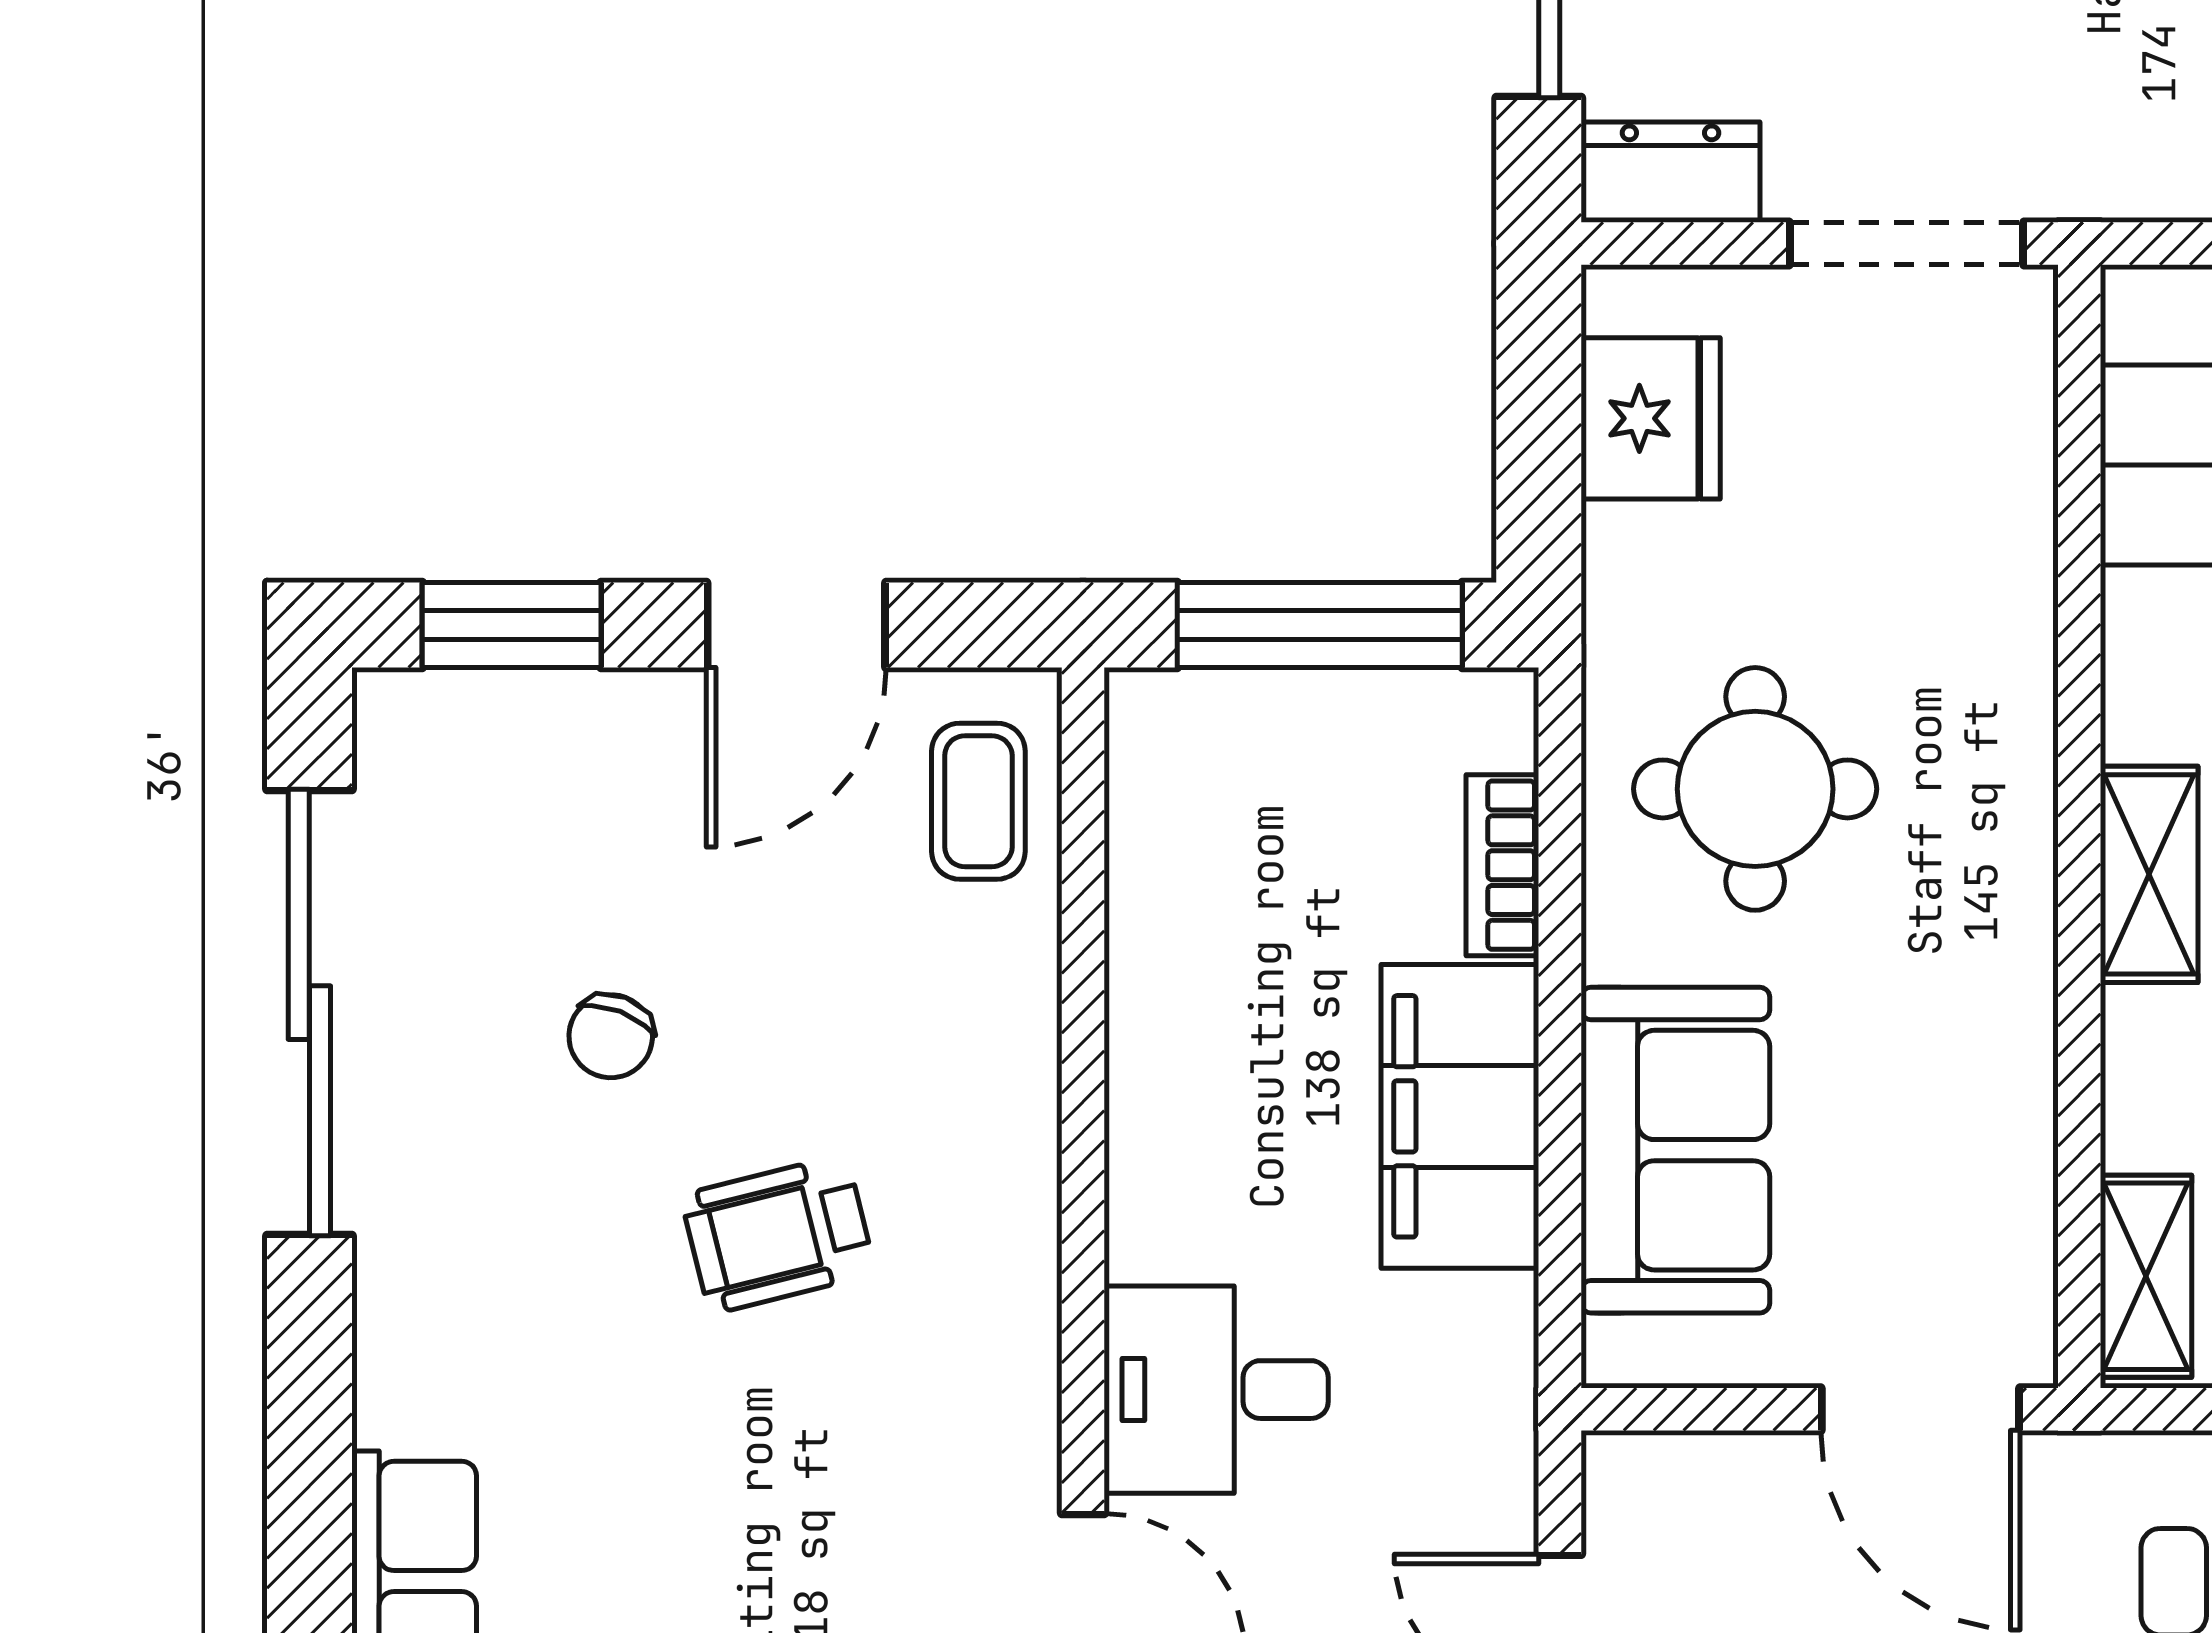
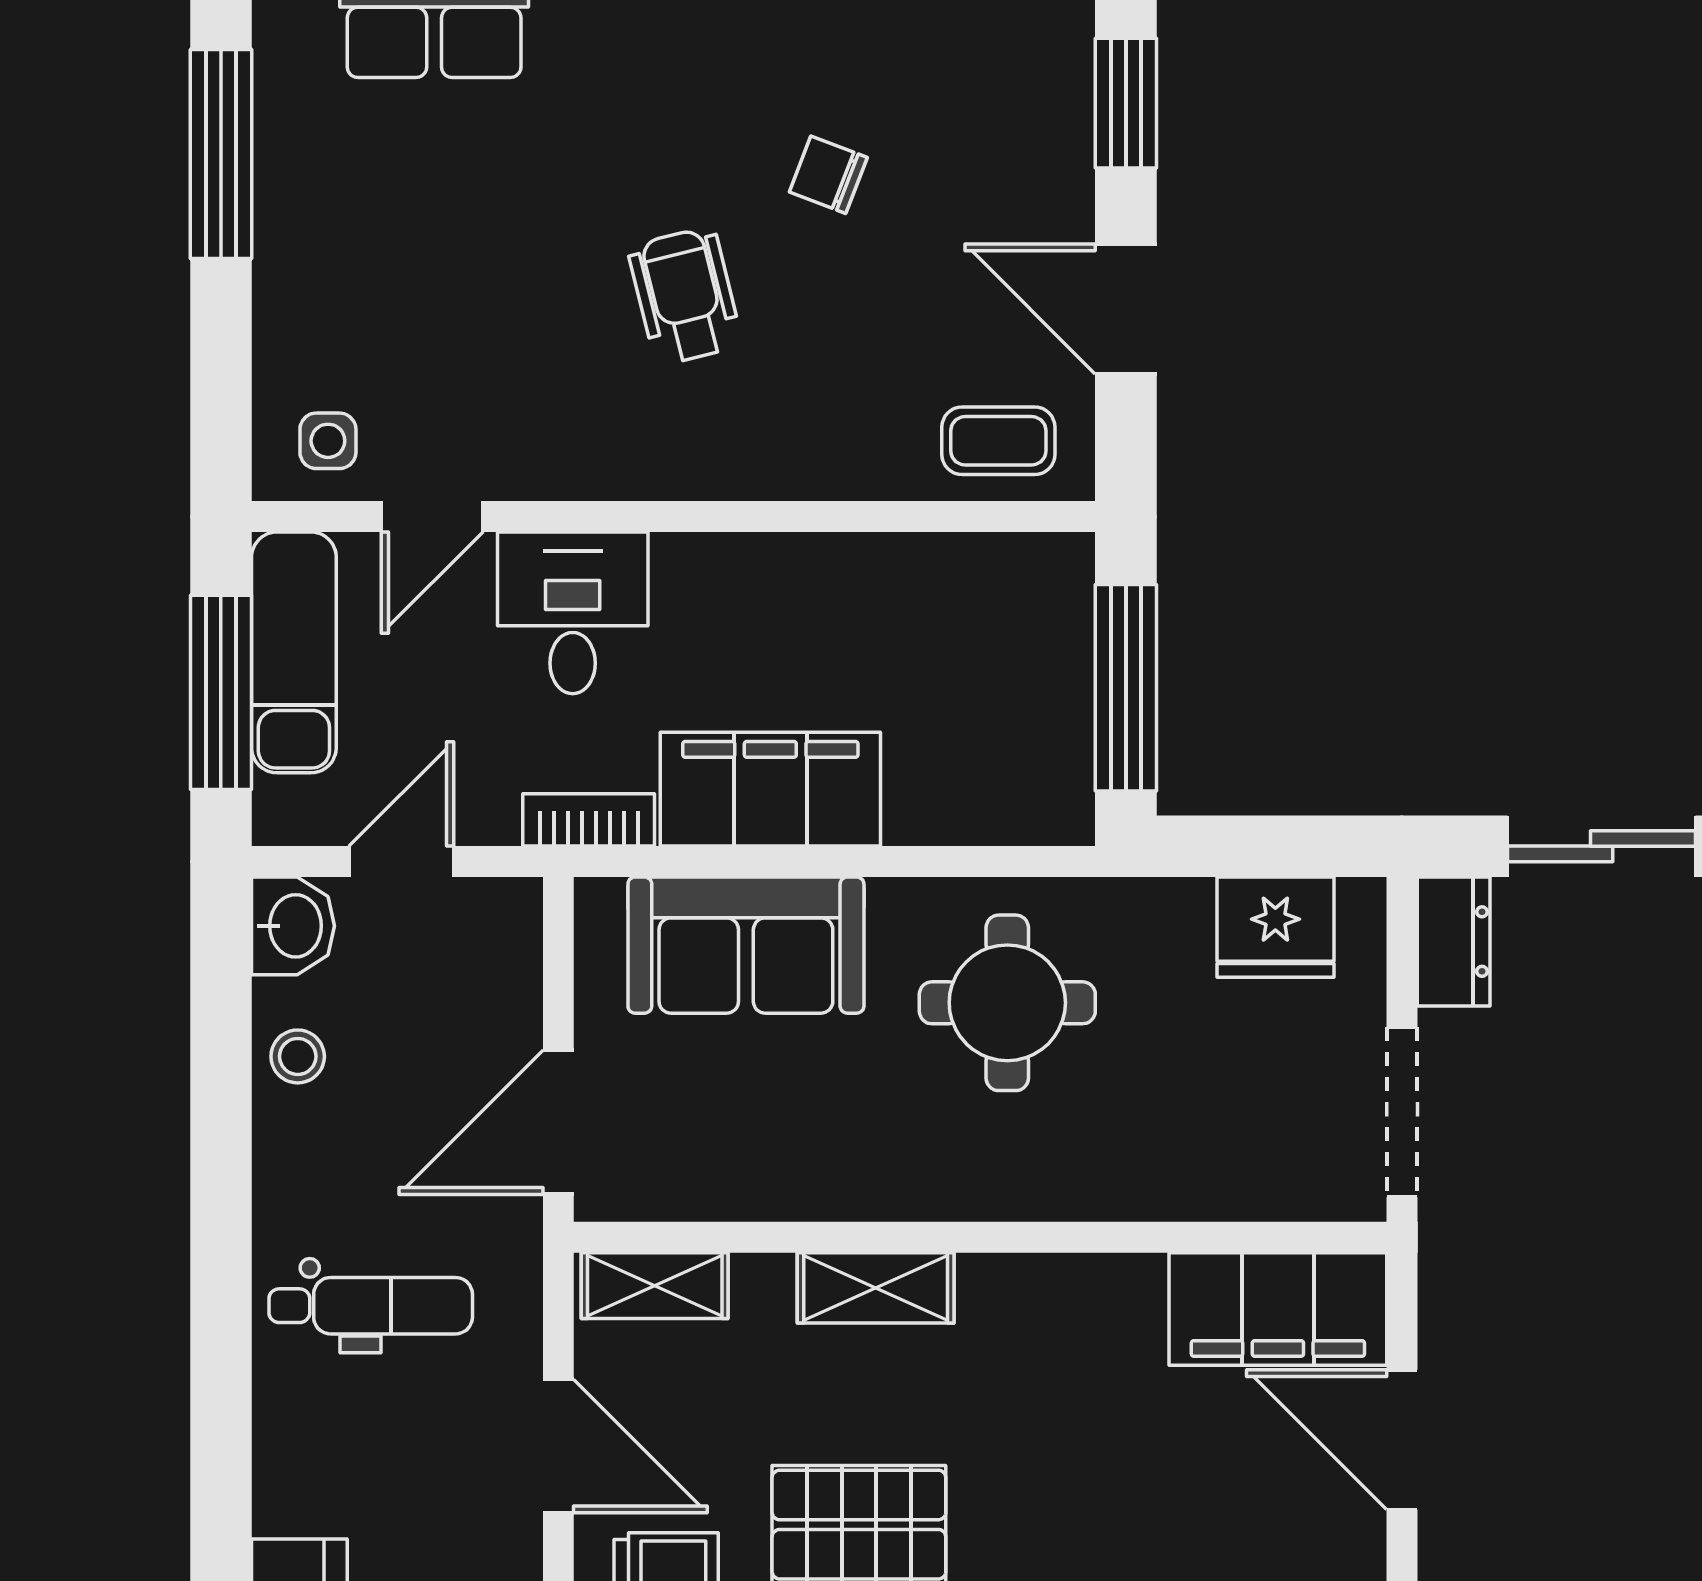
bookcase: (1502, 865) -> (589, 820), moved
shelving: (2149, 874) -> (876, 1288), moved

